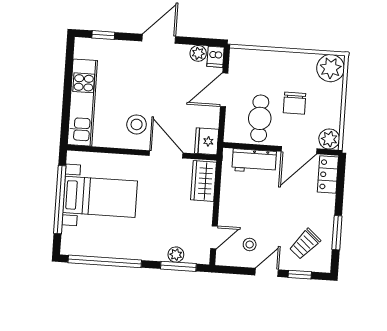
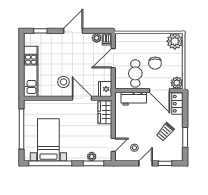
door: (299, 150) -> (160, 90), hinge flipped
bed with nightstands: (100, 197) -> (48, 140), moved, turned -90
trolley: (305, 244) -> (165, 132), moved

